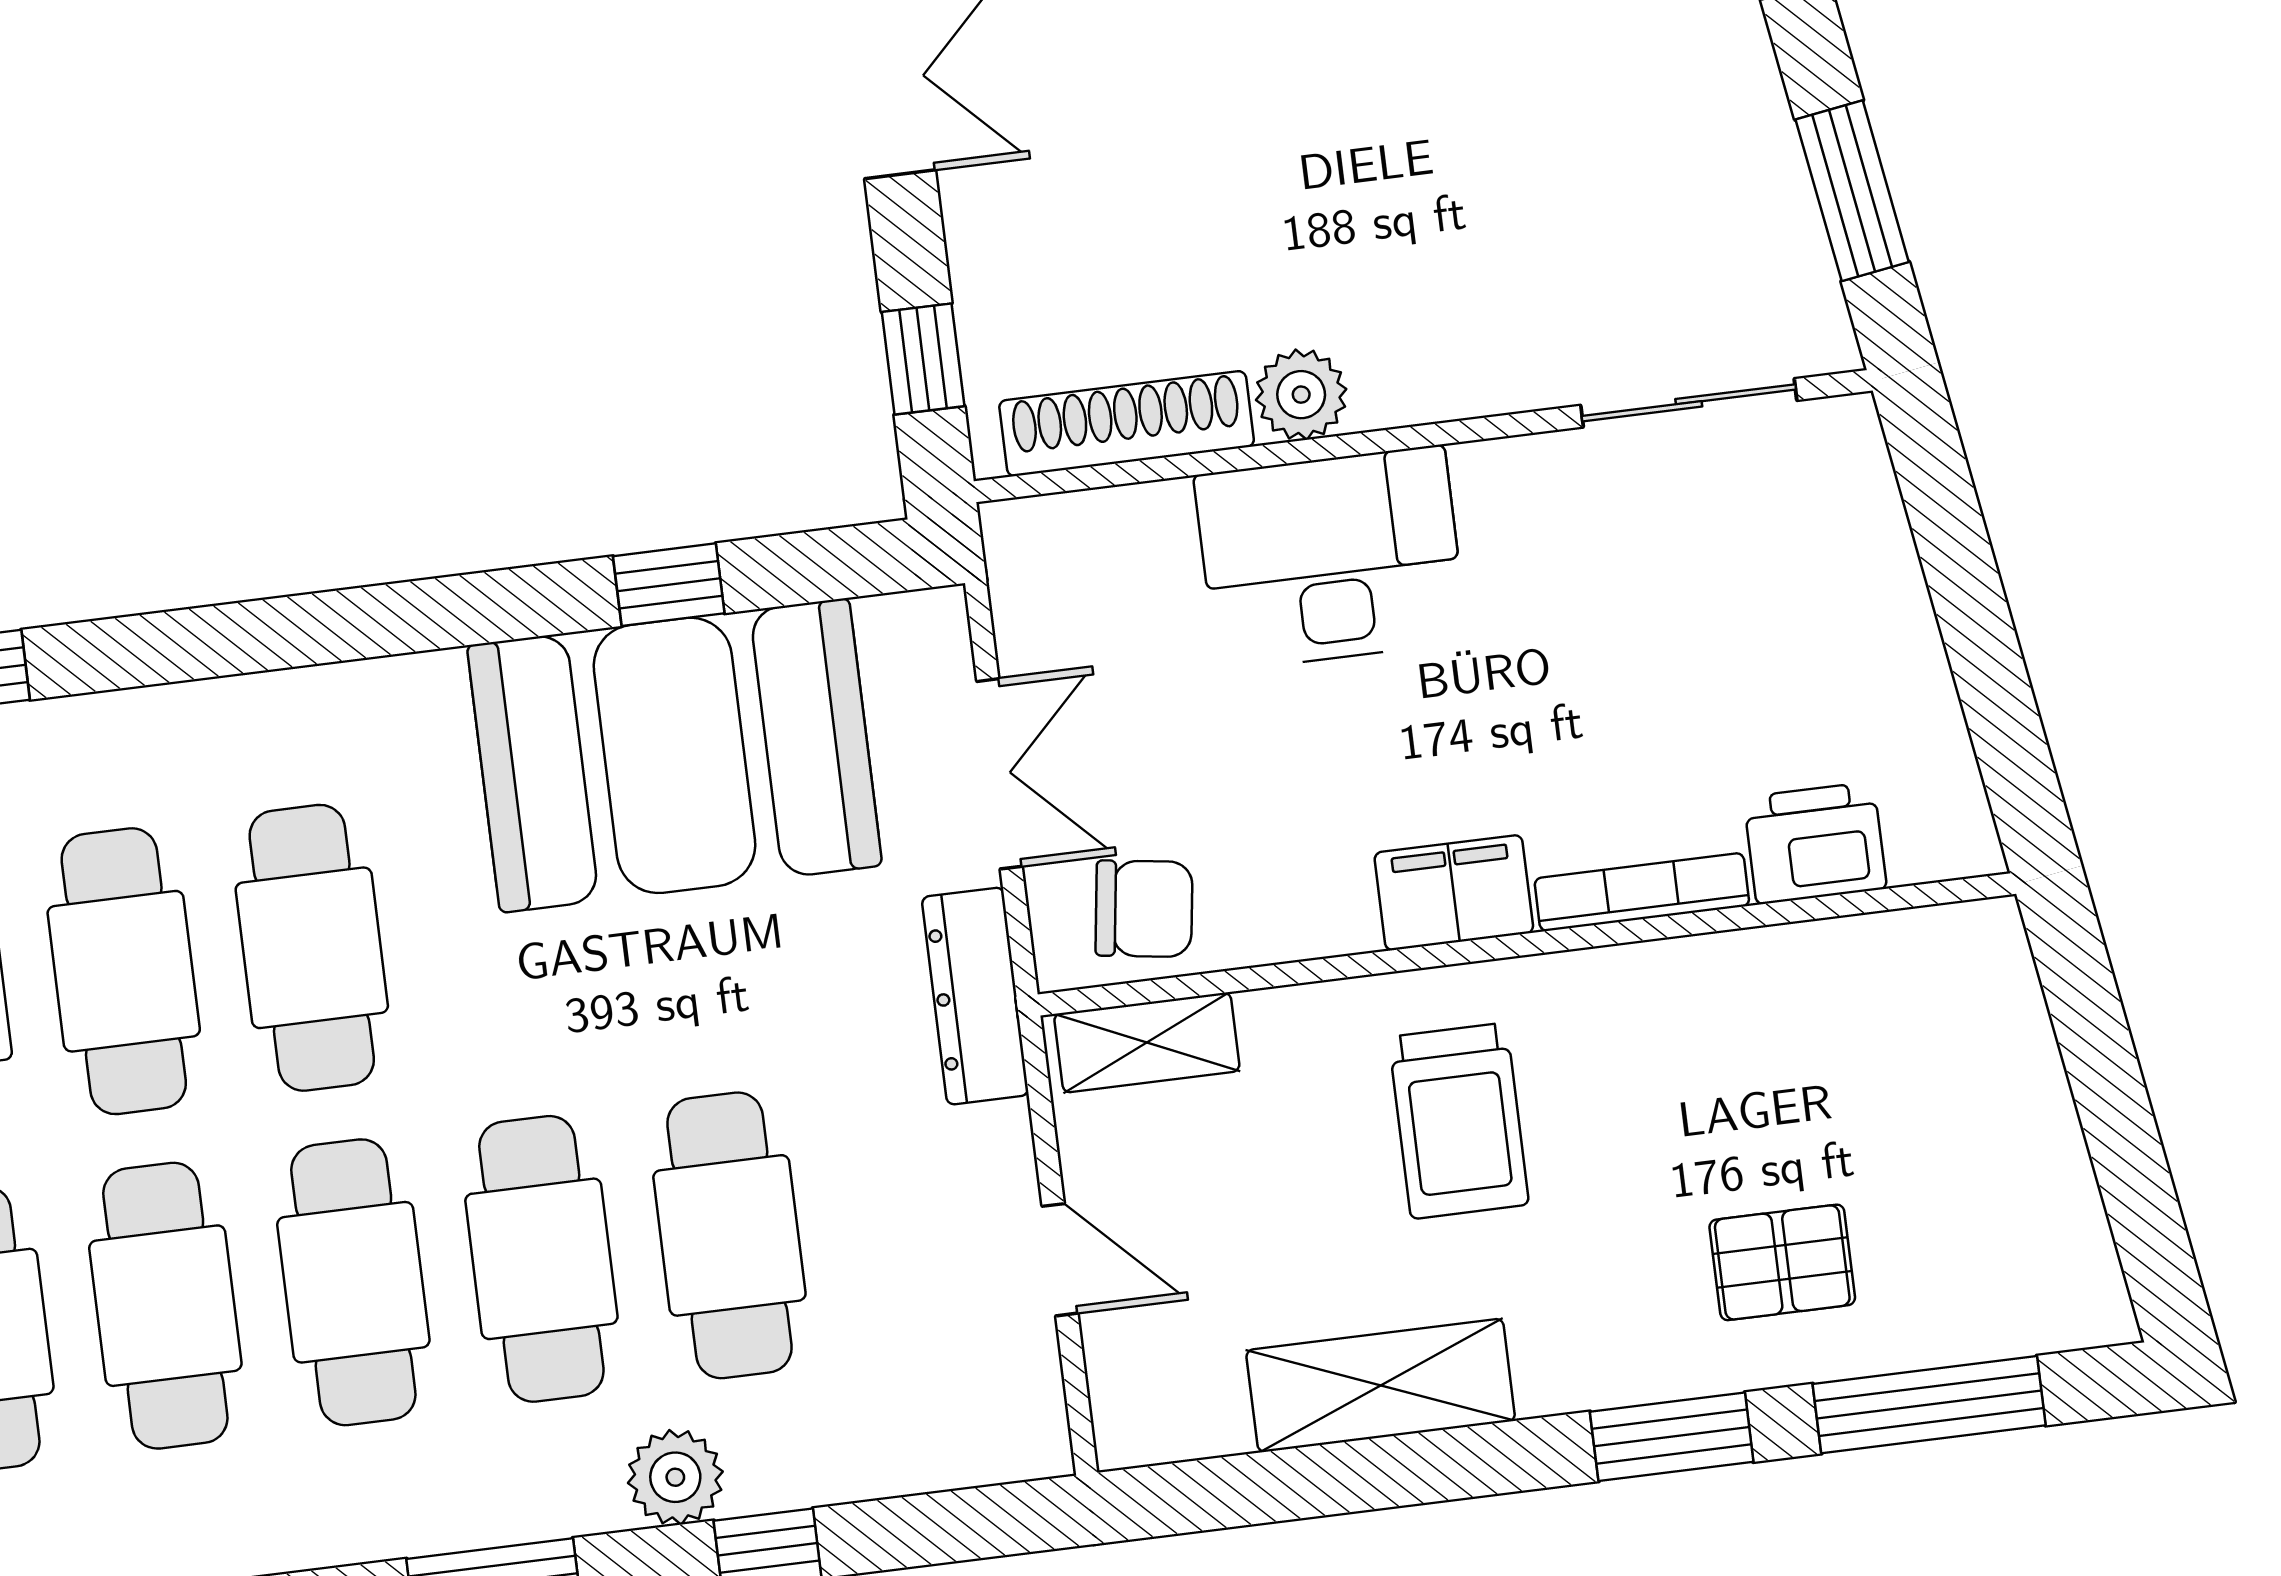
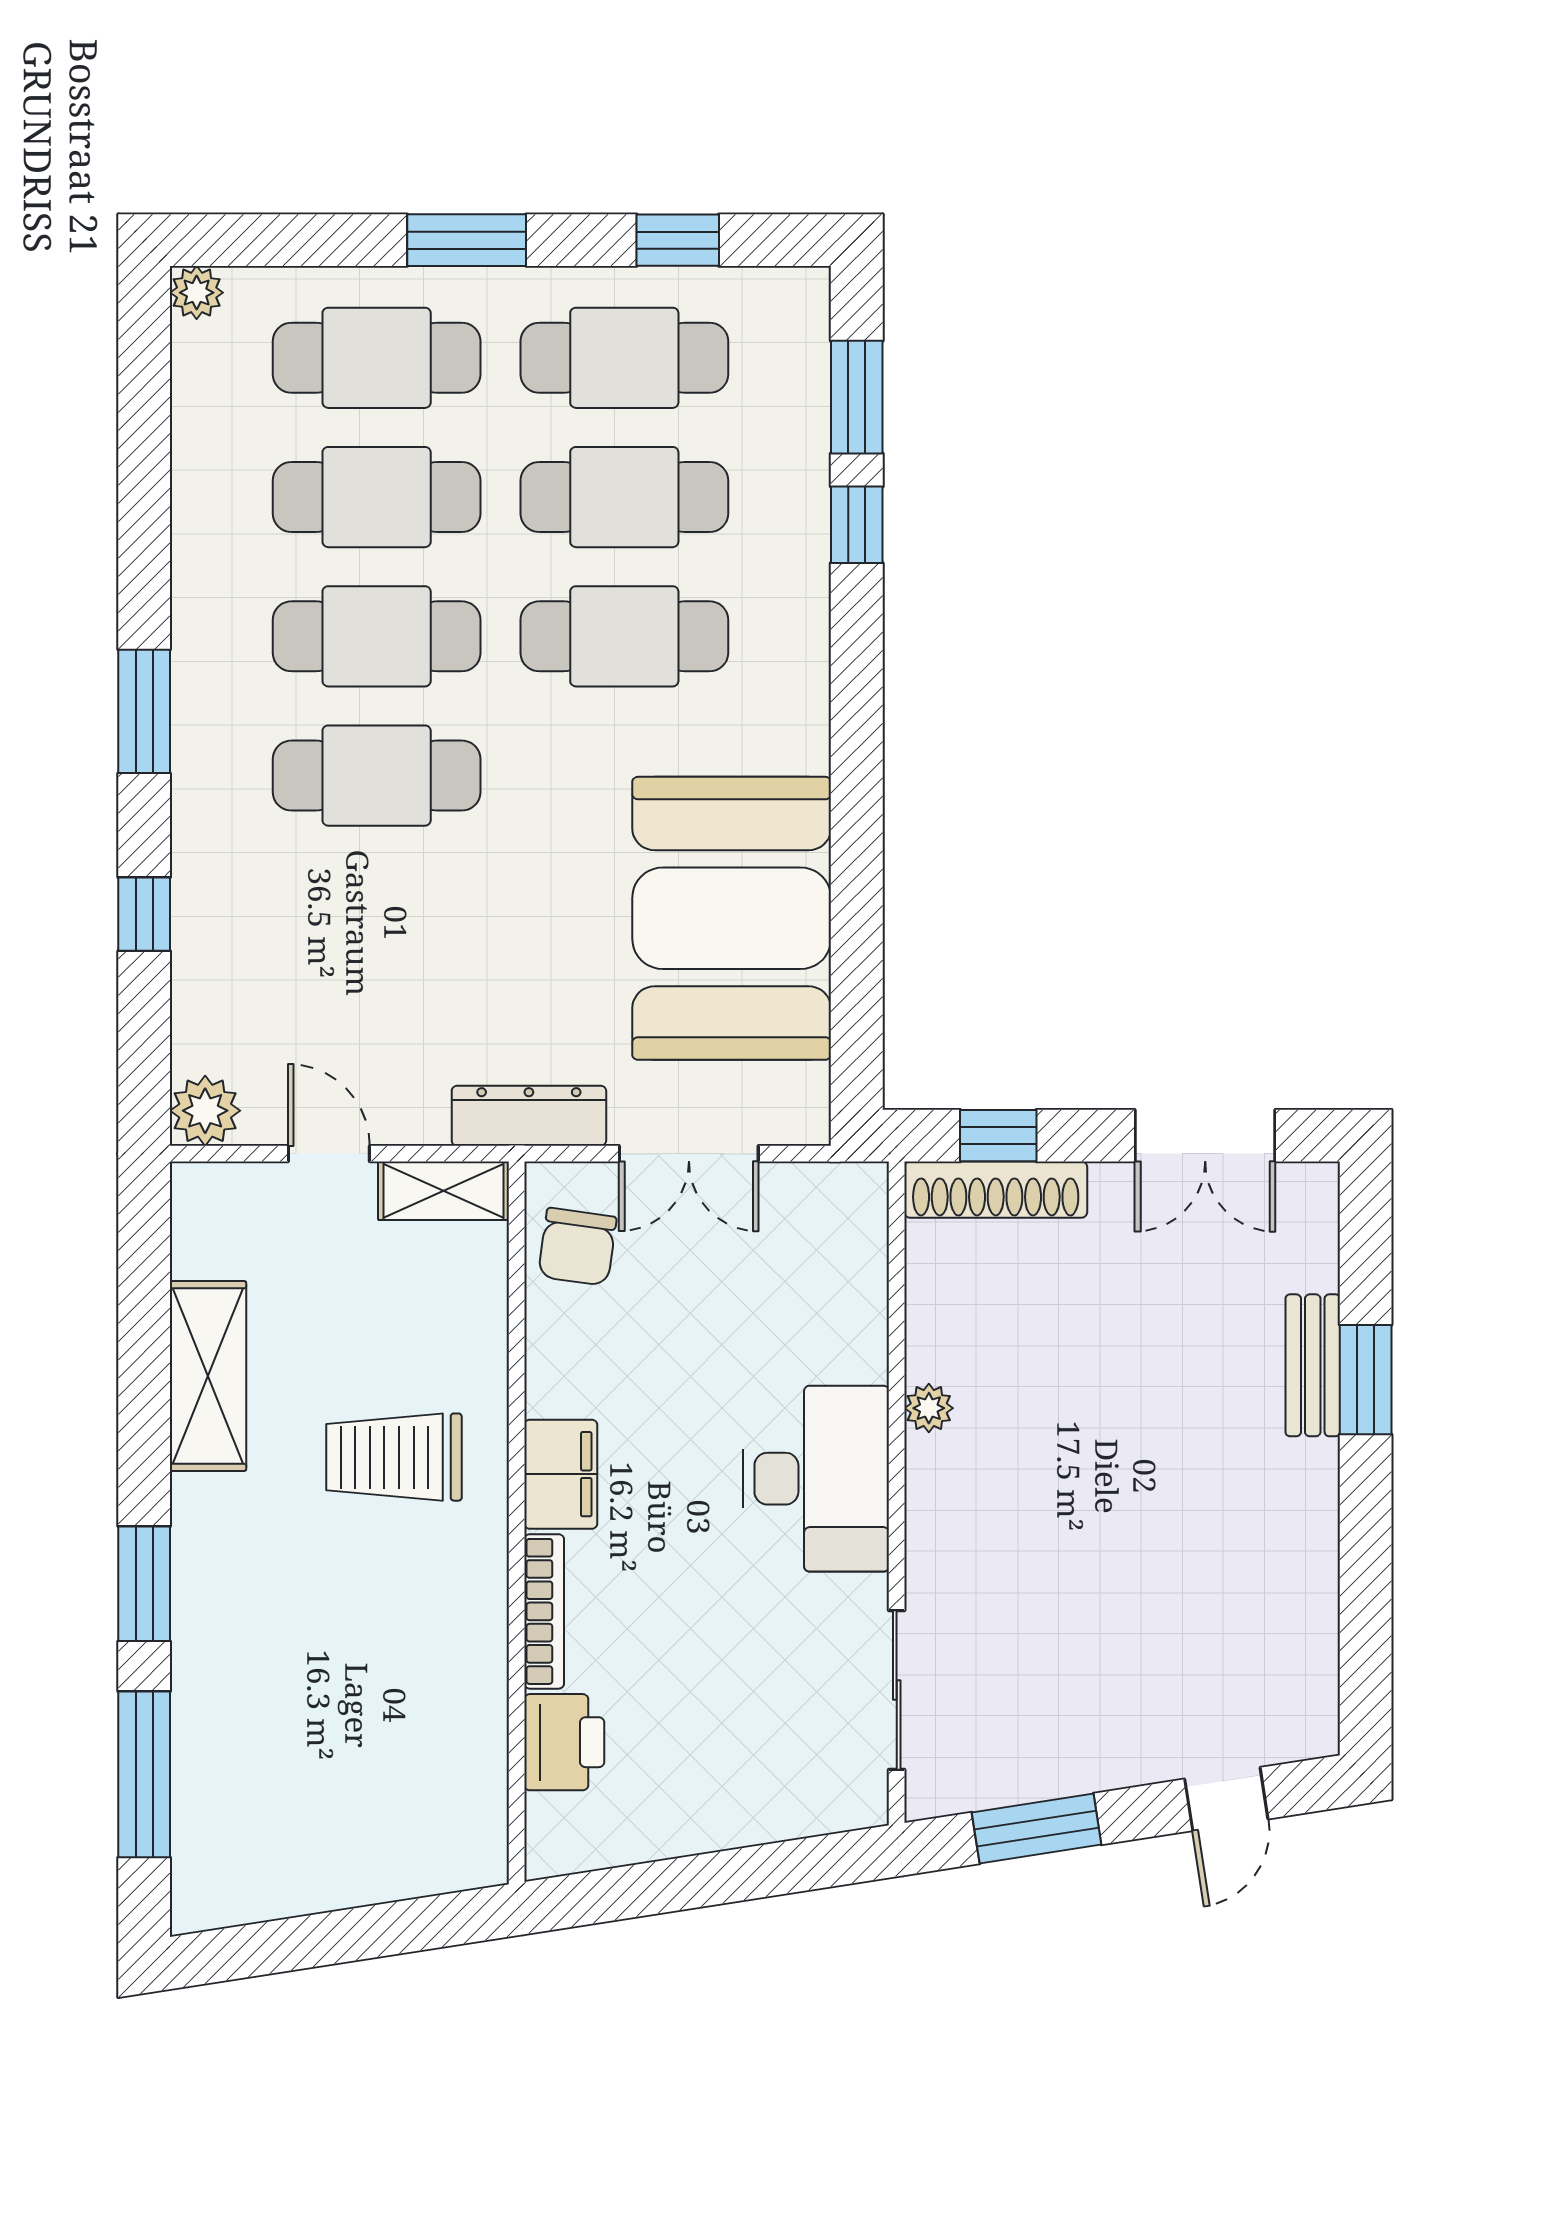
plant: (1301, 395) -> (929, 1408), width x0.73, depth x0.73
shoe rack: (1127, 424) -> (996, 1190), moved, turned 90
desk: (1331, 558) -> (816, 1479), moved
window: (669, 585) -> (857, 525), moved
shelving: (1147, 1042) -> (443, 1191), moved, turned 90
cafe table: (729, 1235) -> (377, 915), removed
door: (1060, 1260) -> (329, 1154), swing flipped
pallet: (1782, 1262) -> (261, 1680), removed
plant: (675, 1477) -> (205, 1111), moved

